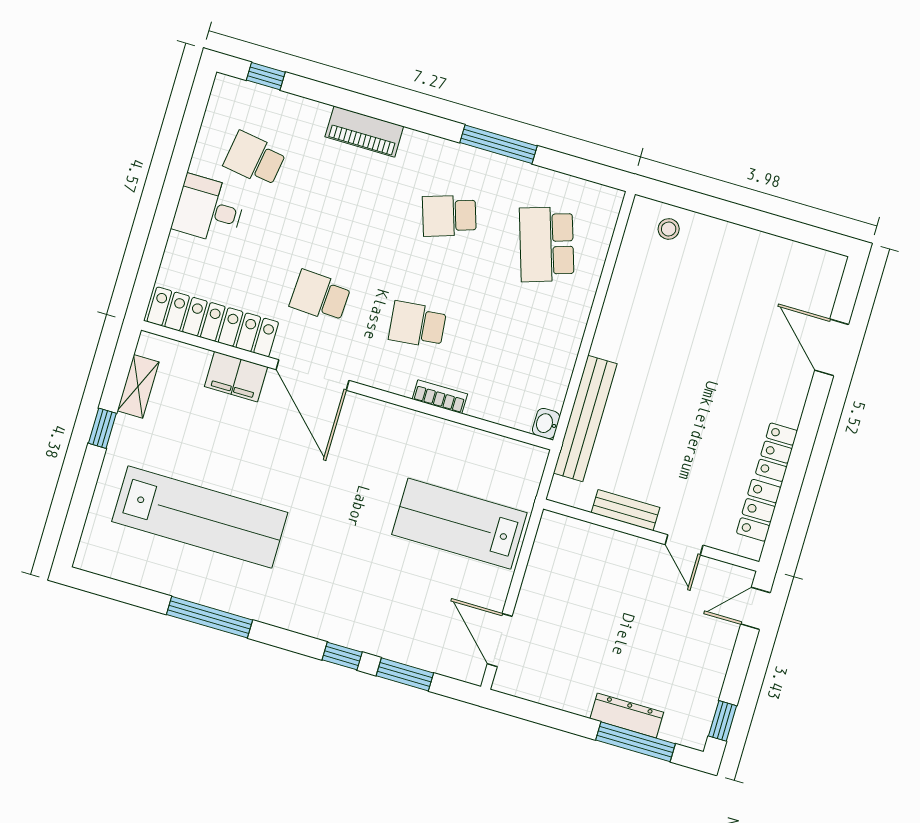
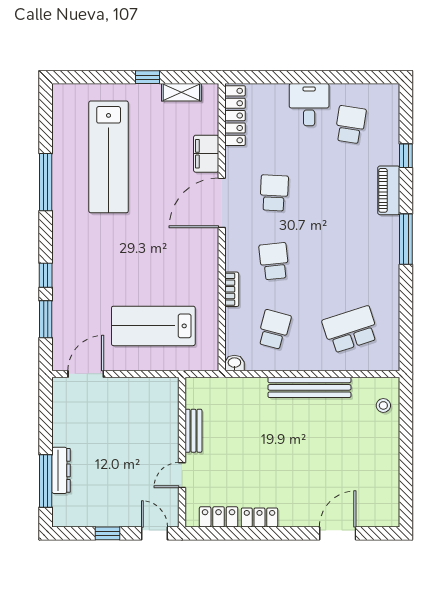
window: (266, 76) -> (406, 156), moved
window: (498, 144) -> (406, 239), moved
school desk: (449, 216) -> (274, 330), moved, turned 33
locker: (213, 322) -> (235, 116), width x0.71, depth x0.83
bench: (585, 418) -> (309, 387), moved
lab bench: (459, 524) -> (153, 326), turned -90
window: (723, 721) -> (108, 533), moved

